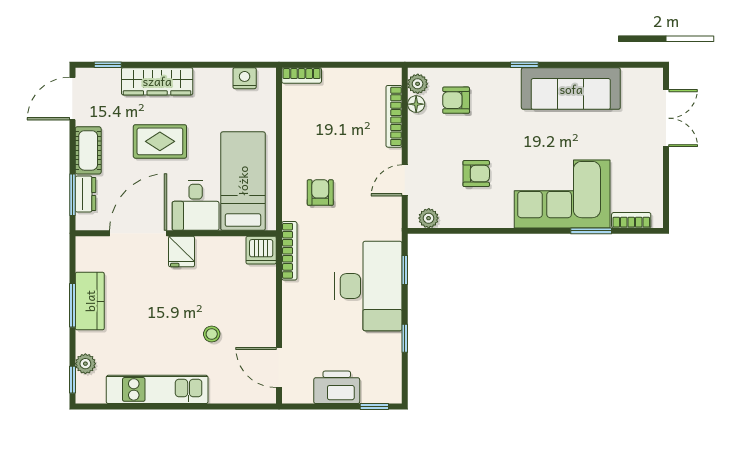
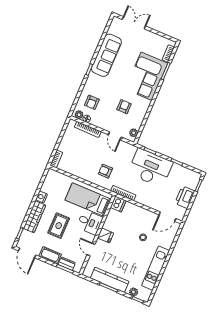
nightstand: (245, 78) -> (41, 197), moved
door: (138, 233) -> (91, 249), width x0.53
kitchen counter: (90, 301) -> (110, 280), width x1.50

